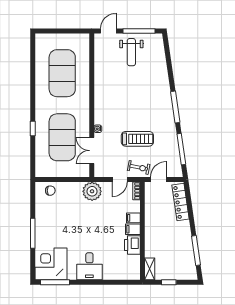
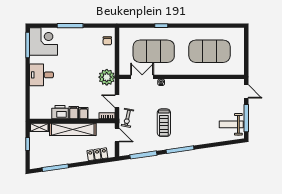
weight bench: (131, 52) -> (231, 124), moved
treadmill: (137, 139) -> (164, 123), moved
locker: (181, 202) -> (97, 154), width x0.66
shelving: (152, 230) -> (73, 129), added

